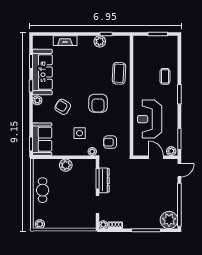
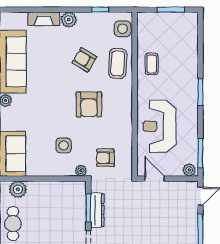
plant: (100, 41) -> (69, 20), moved
side table: (123, 48) -> (122, 29), added
coffee table: (165, 76) -> (152, 64), moved
armchair: (63, 107) -> (84, 60), moved
door: (156, 157) -> (154, 179), moved
plant: (66, 165) -> (18, 189), moved

